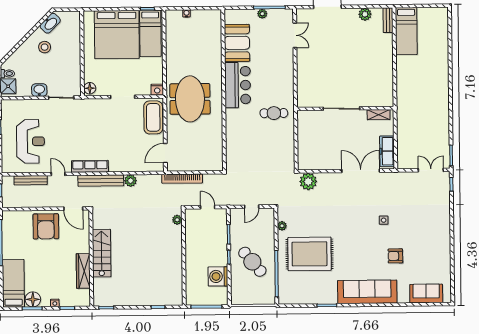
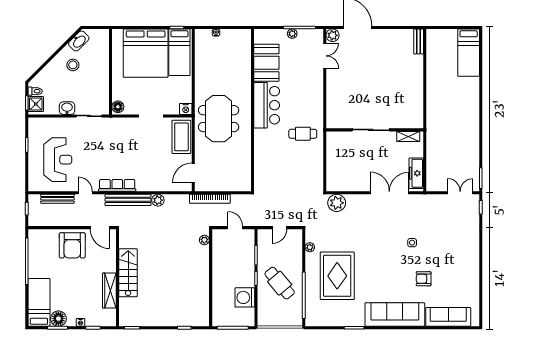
plant: (365, 14) -> (333, 35), moved
bed: (406, 31) -> (469, 53), moved
rug: (310, 254) -> (337, 276), turned 90
sofa: (426, 294) -> (448, 317), width x1.36

